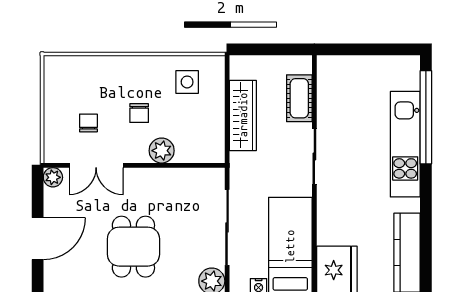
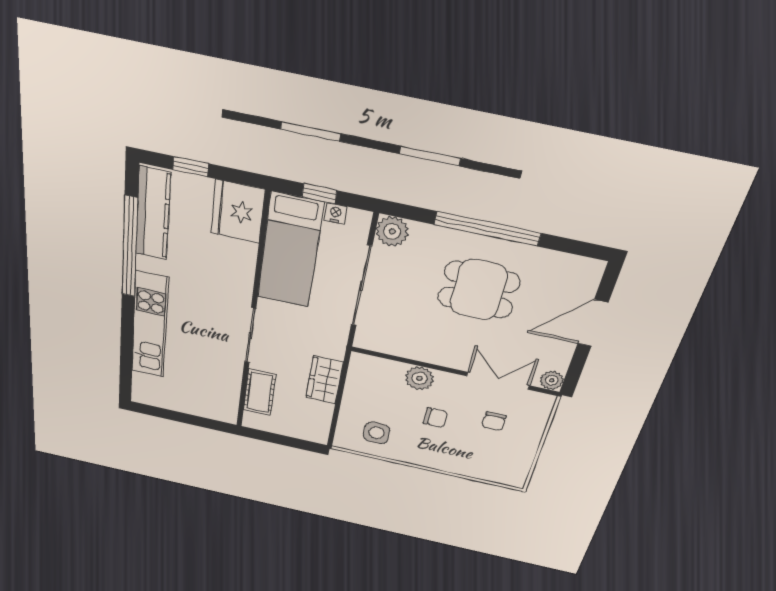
chair: (139, 113) -> (435, 418), turned 90
wardrobe: (243, 115) -> (325, 380), width x0.67
window: (426, 117) -> (130, 247), moved
dining table: (133, 247) -> (479, 290), turned 90

